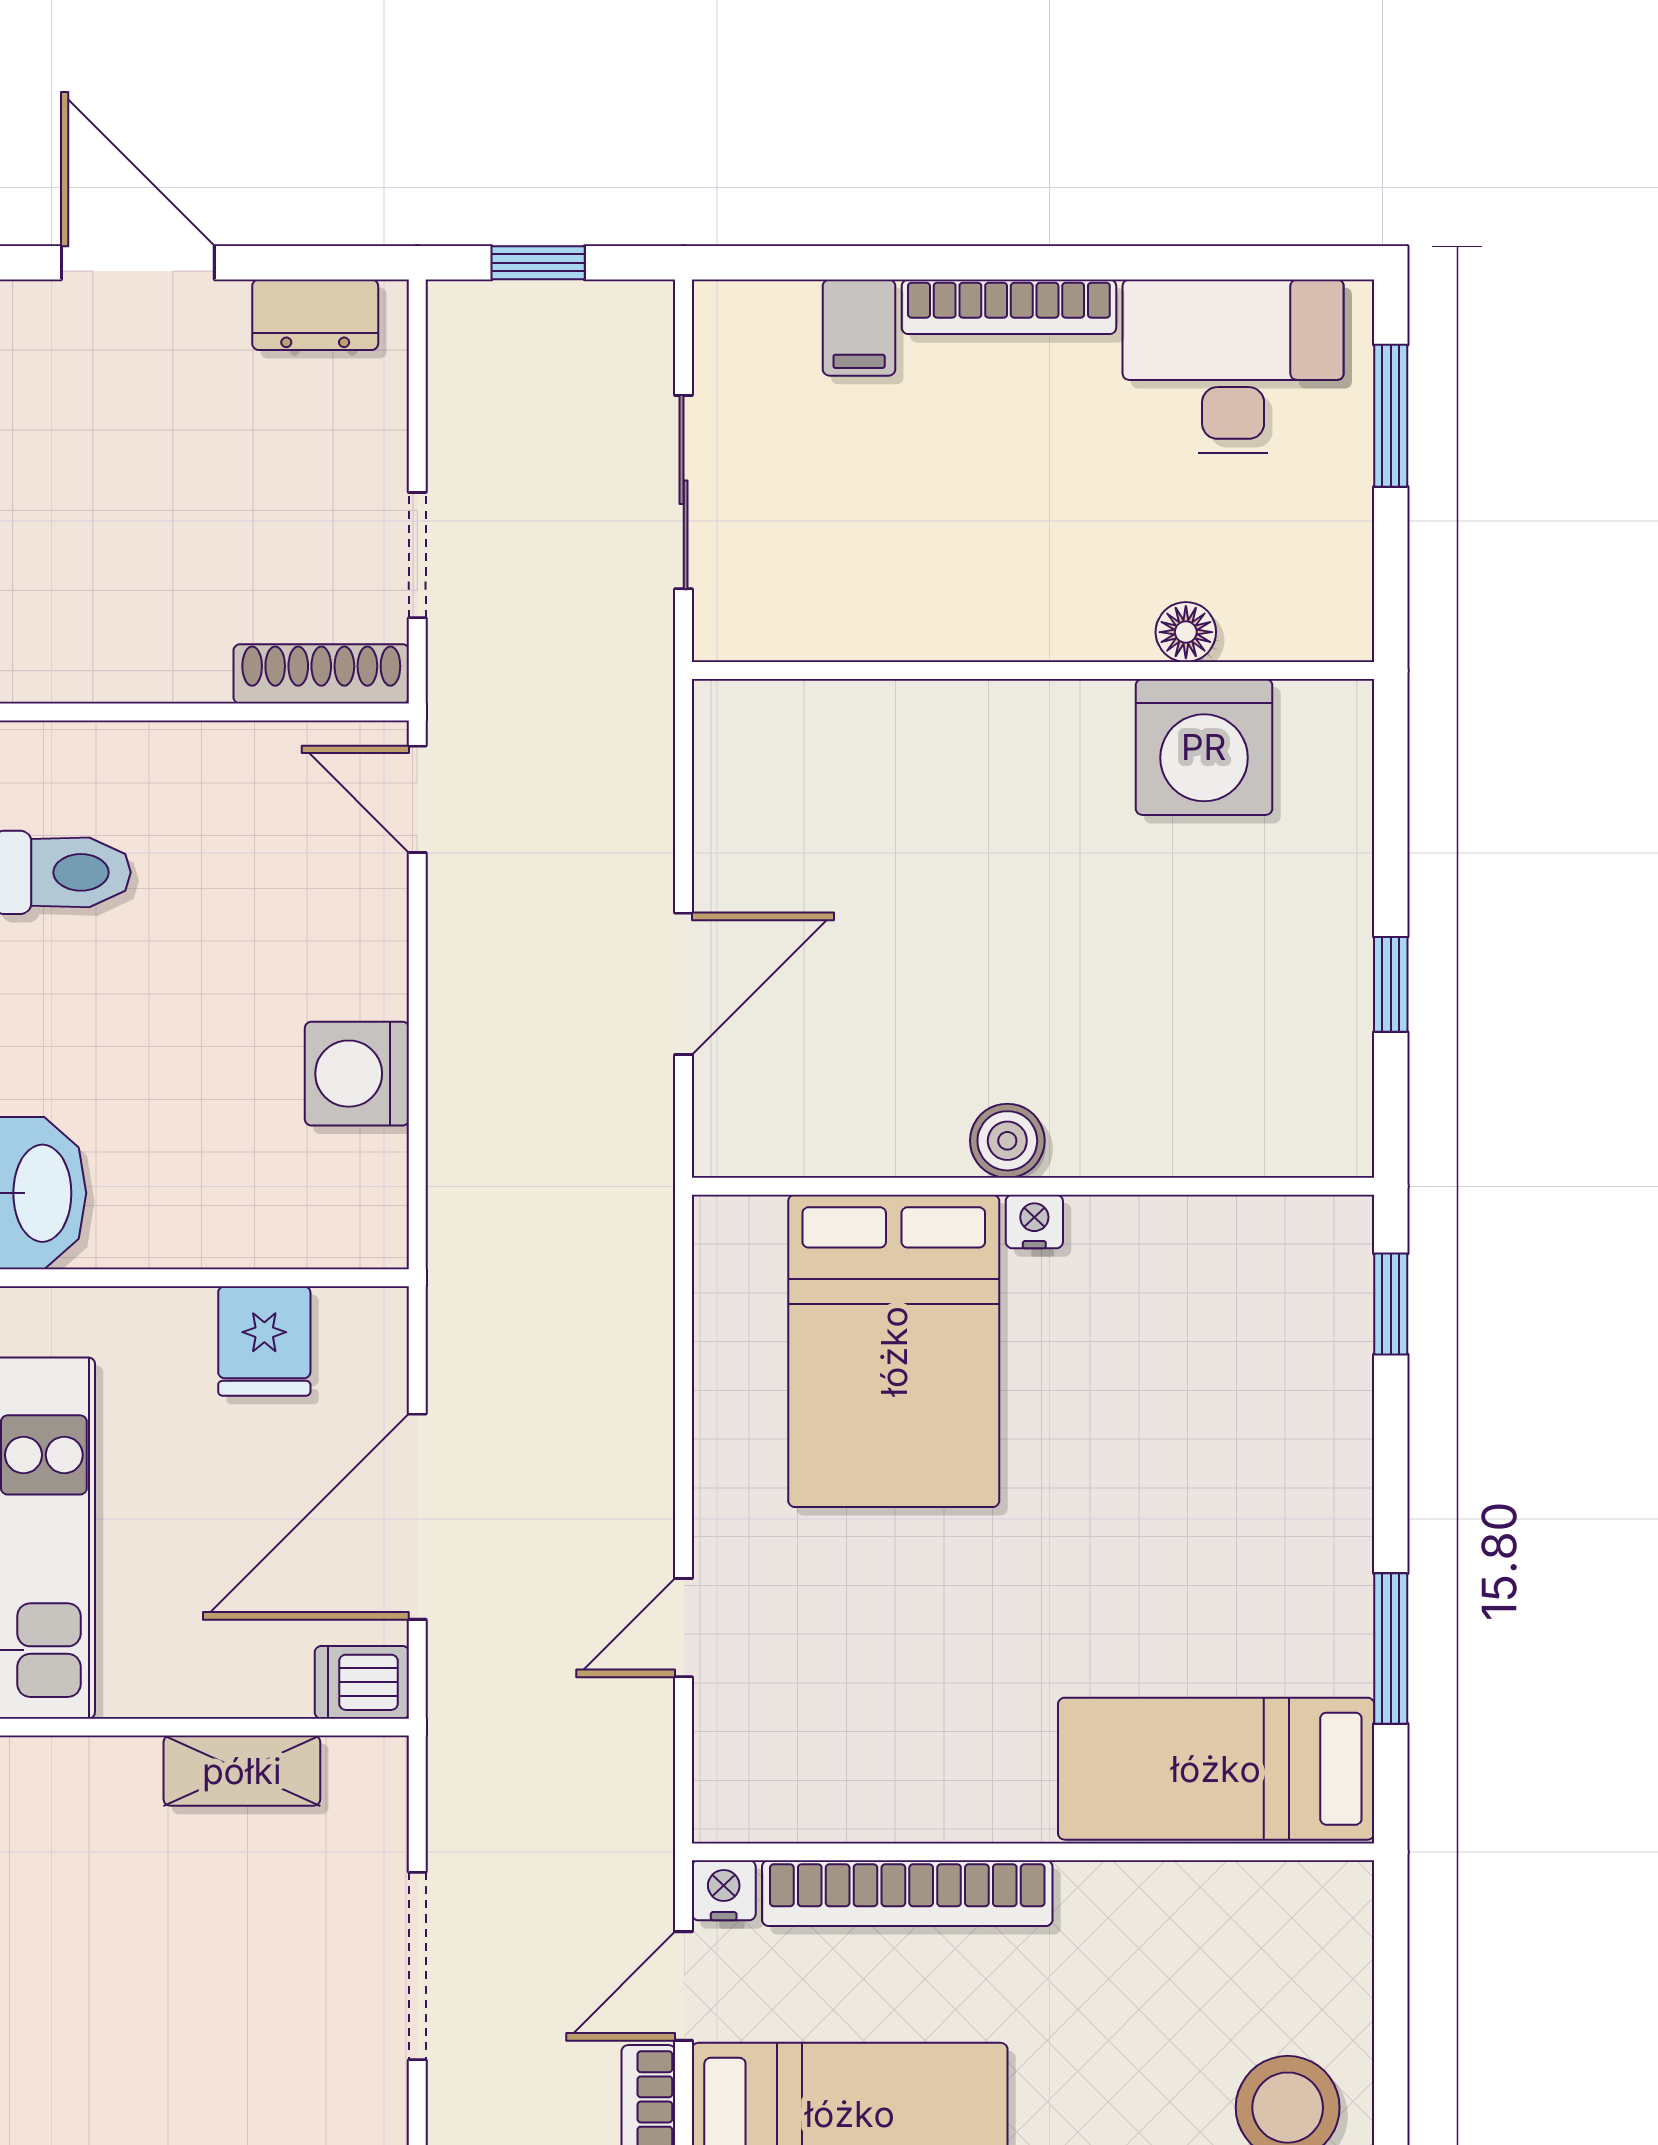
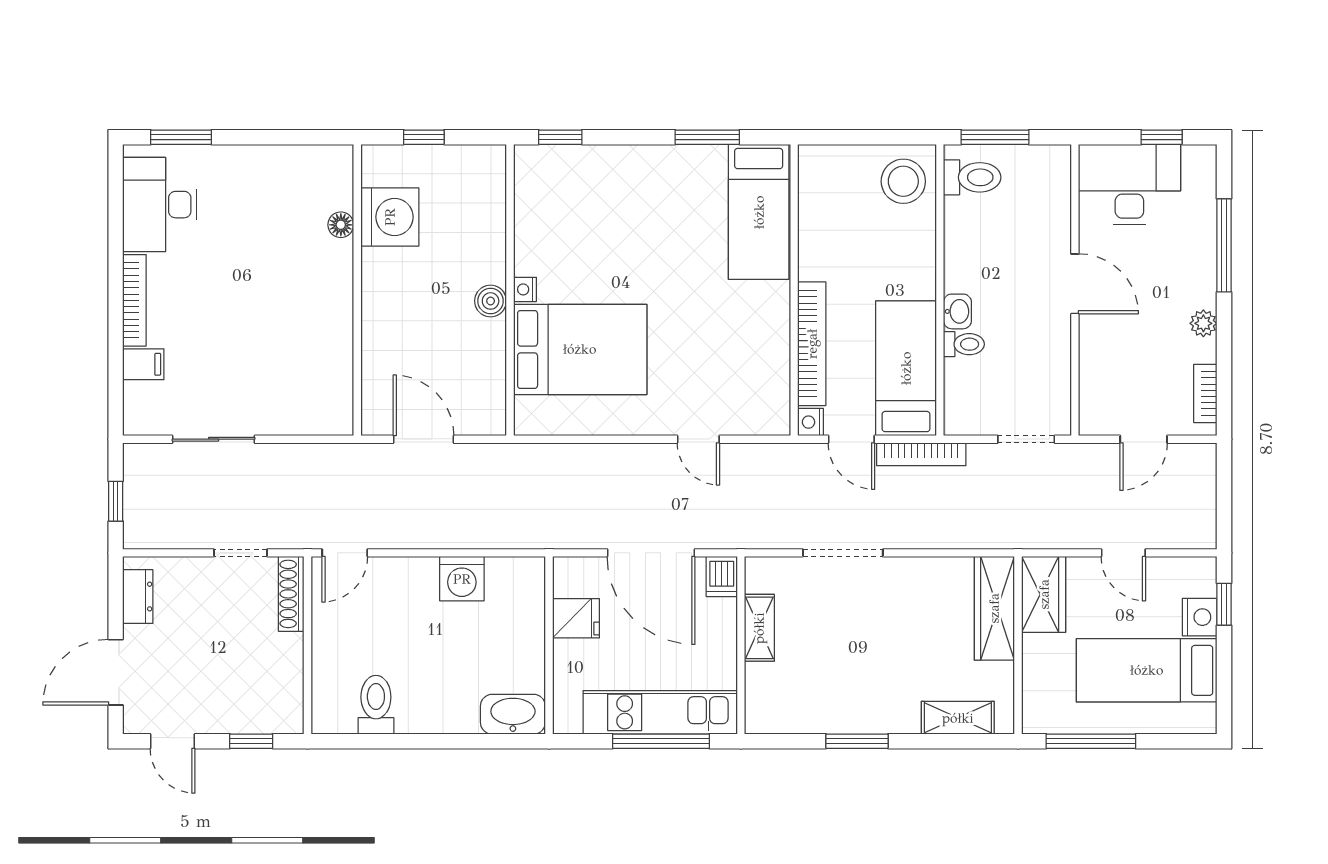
floor lamp: (1186, 632) -> (341, 225), moved
wall: (1033, 670) -> (357, 290), moved
washing machine: (1204, 747) -> (390, 217), moved

